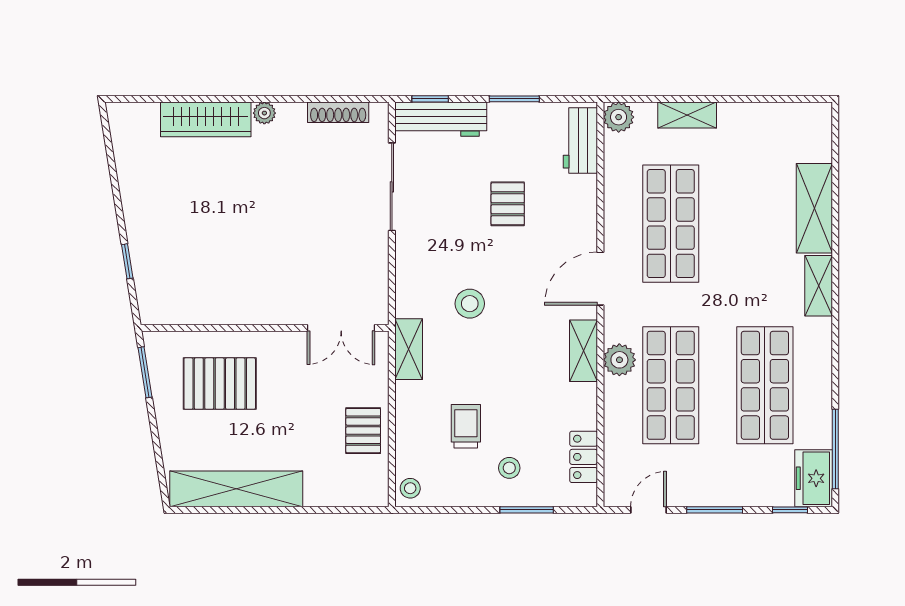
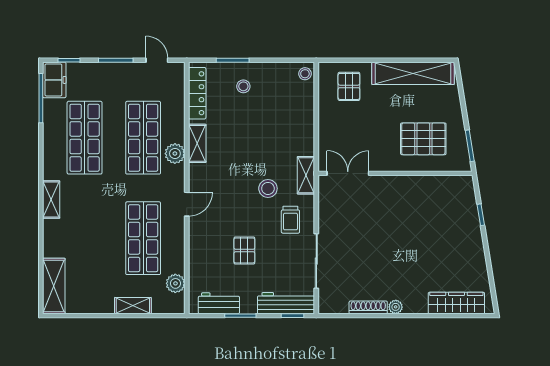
shoe rack: (338, 112) -> (368, 307), moved
plant: (619, 117) -> (175, 283), moved
wardrobe: (206, 119) -> (456, 303), moved
workbench: (580, 141) -> (219, 303), moved, turned -90
shelving: (814, 208) -> (54, 286), moved
door: (600, 279) -> (187, 204), width x0.73
shelving: (409, 349) -> (306, 175), moved
shelving: (583, 351) -> (197, 143), moved
trolley: (466, 426) -> (290, 220), moved
pallet: (363, 431) -> (349, 86), moved
locker: (584, 457) -> (197, 93), width x1.53
door: (648, 510) -> (157, 60), swing flipped

